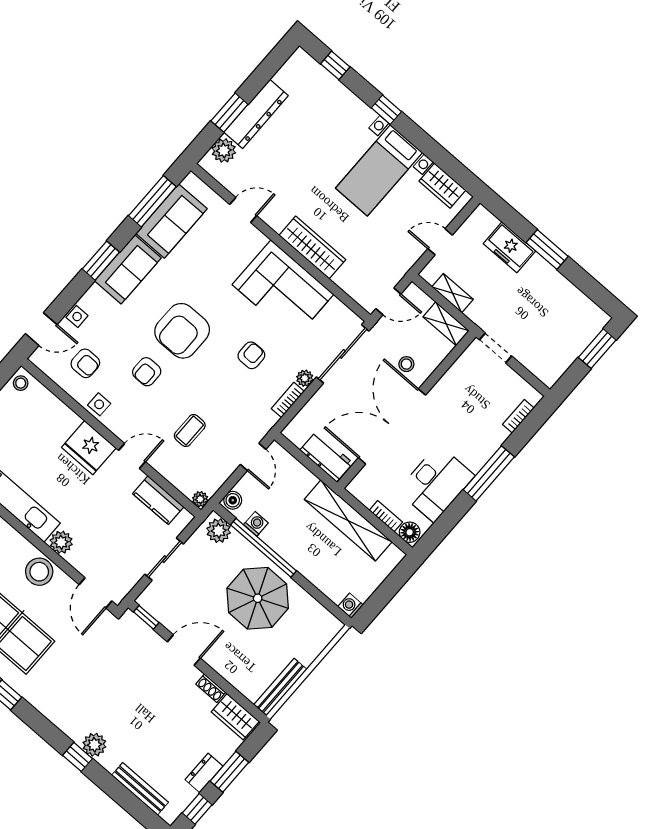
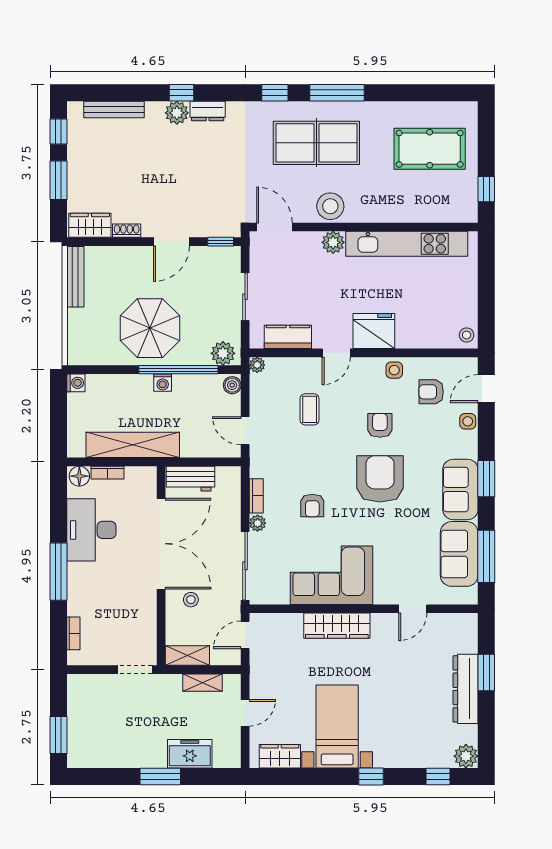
plant: (224, 150) -> (466, 756), moved
washing machine: (256, 524) -> (163, 383), moved
dresser: (204, 773) -> (208, 111), moved, turned 90

